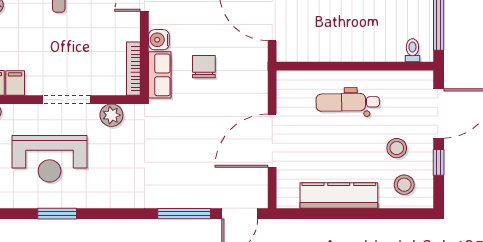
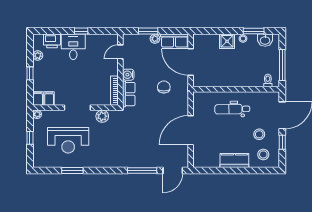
chair: (204, 67) -> (164, 87), moved
kitchen counter: (339, 196) -> (234, 160), width x0.67

